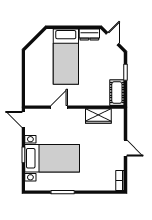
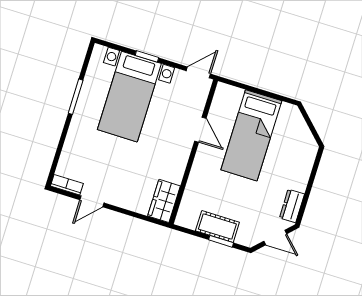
bed: (66, 57) -> (251, 135), moved, turned -90
cot: (117, 93) -> (217, 227), moved
wardrobe: (98, 116) -> (164, 201), moved
door: (126, 148) -> (92, 201), moved

